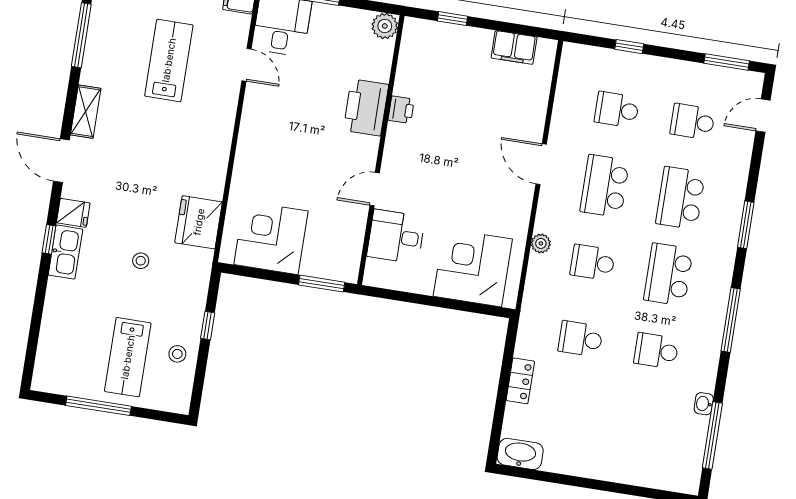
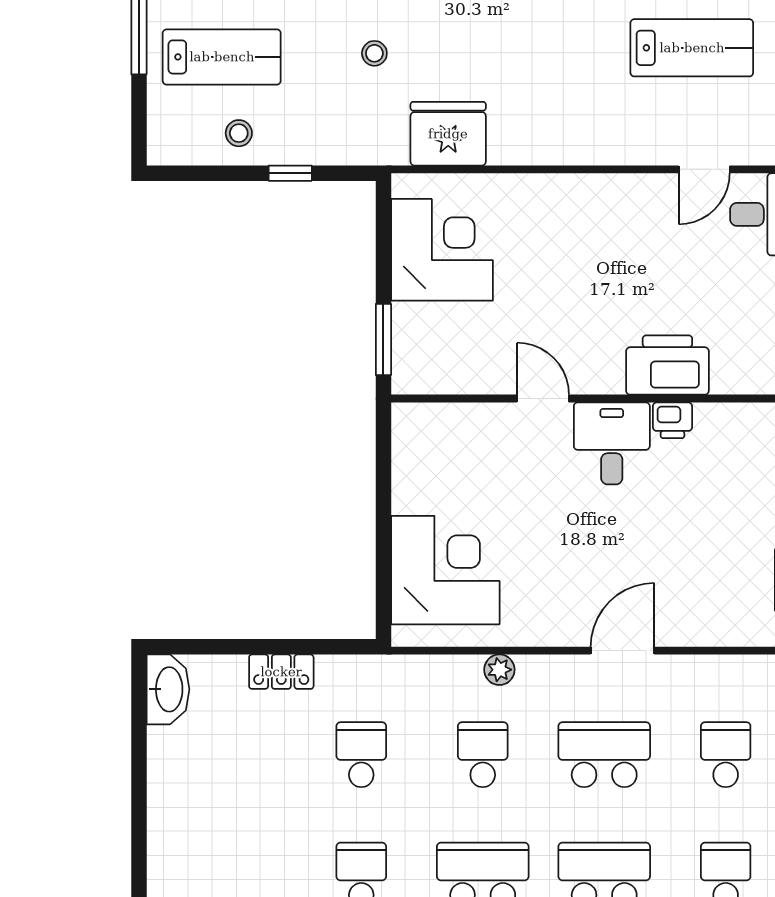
desk: (396, 237) -> (612, 443), moved
lab bench: (128, 357) -> (222, 57), turned 180

